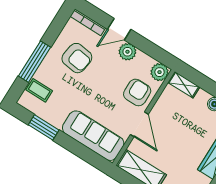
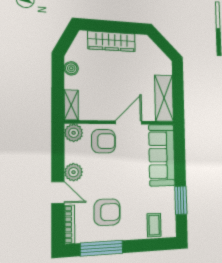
armchair: (77, 58) -> (107, 212), turned 82
window: (34, 62) -> (102, 248), moved
armchair: (137, 92) -> (103, 141), turned 180

